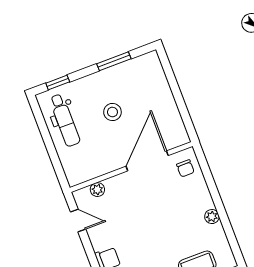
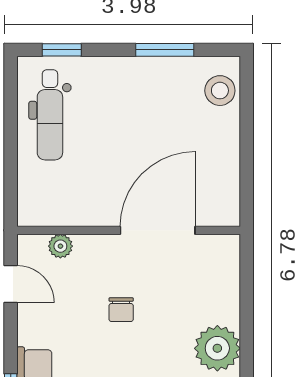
stool: (112, 112) -> (220, 91), moved
chair: (185, 168) -> (121, 310), moved
plant: (212, 217) -> (217, 348), width x1.88, depth x1.88

